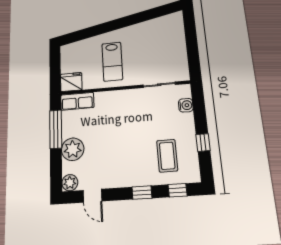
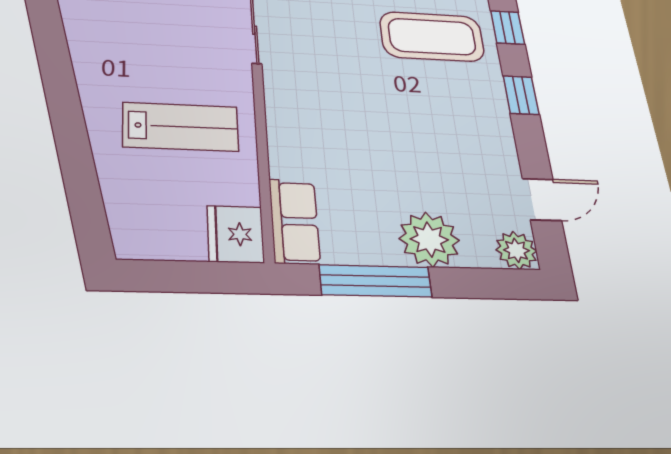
coffee table: (167, 156) -> (432, 37), width x1.36, depth x1.32

